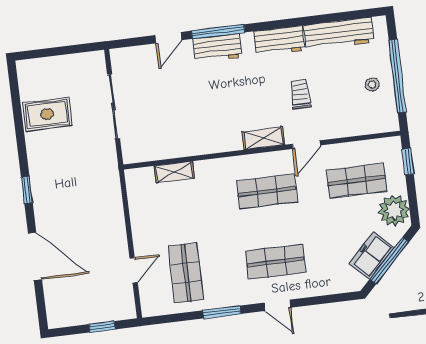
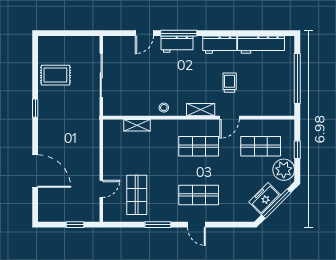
stool: (372, 84) -> (164, 108), moved
window: (408, 162) -> (297, 150), moved
window: (27, 190) -> (35, 108), moved

